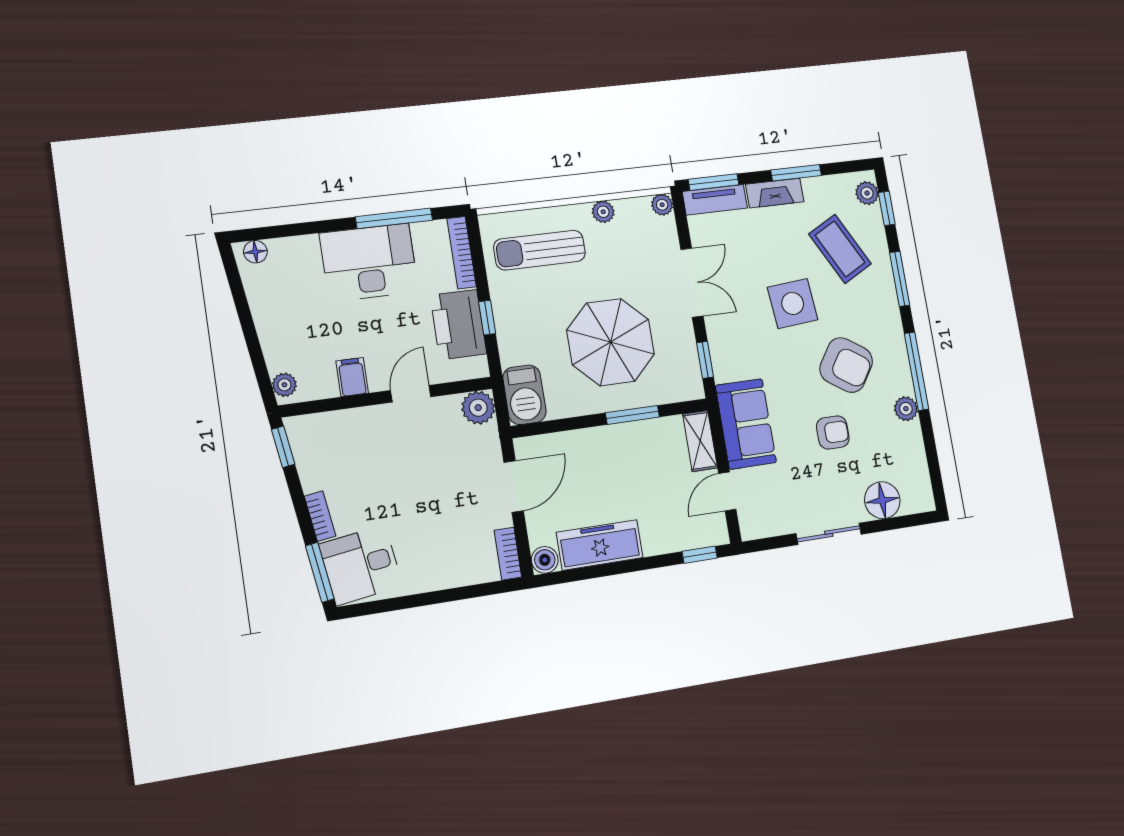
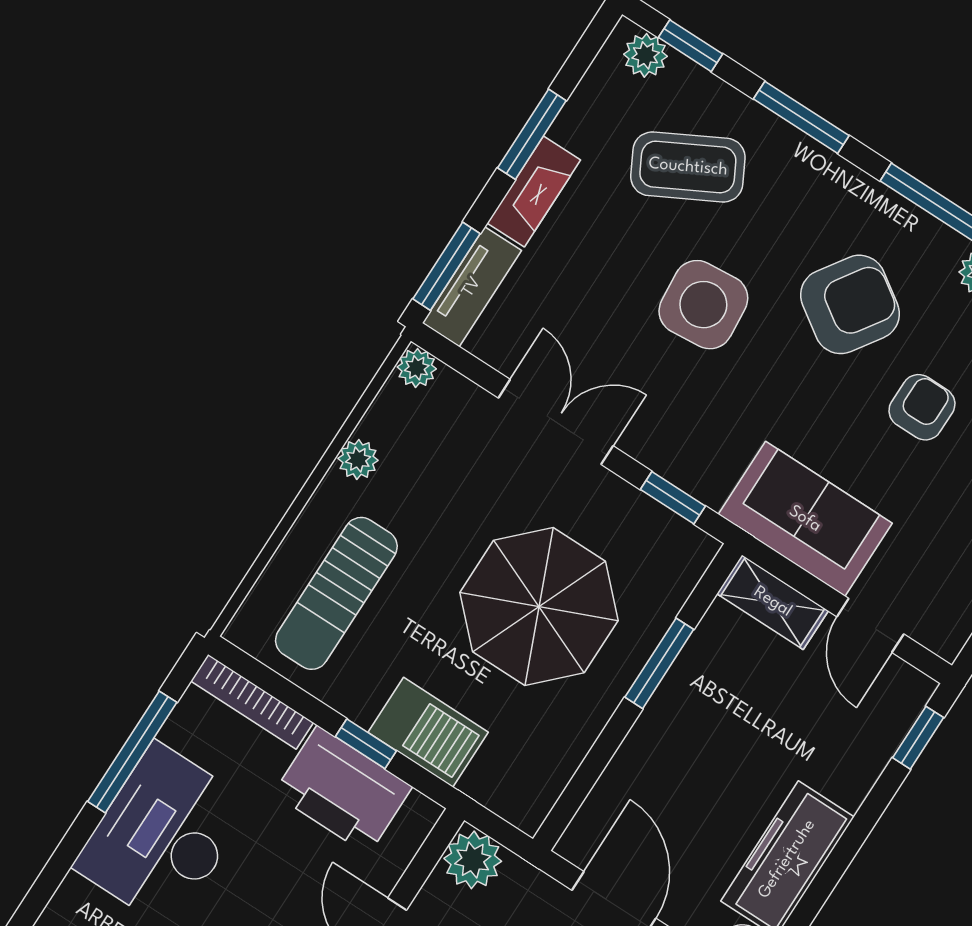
barbecue: (524, 395) -> (428, 732), moved

